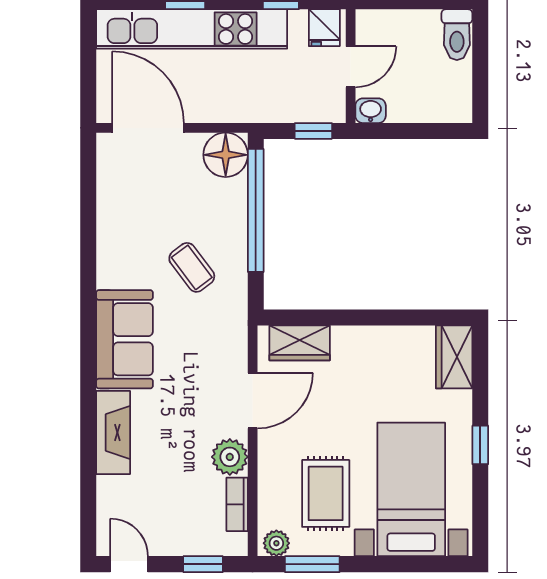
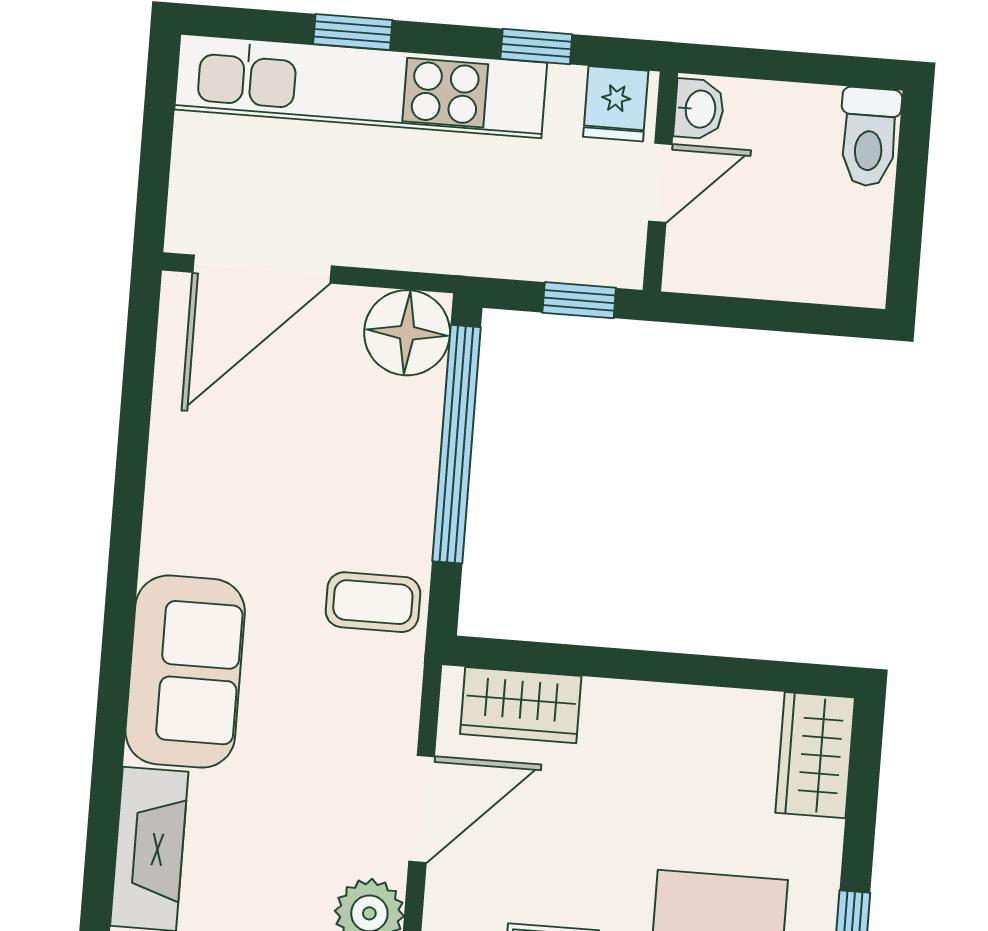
washbasin: (371, 111) -> (699, 109), moved, turned 90
door: (148, 128) -> (262, 269), swing flipped
coffee table: (192, 267) -> (373, 602), moved, turned -53

